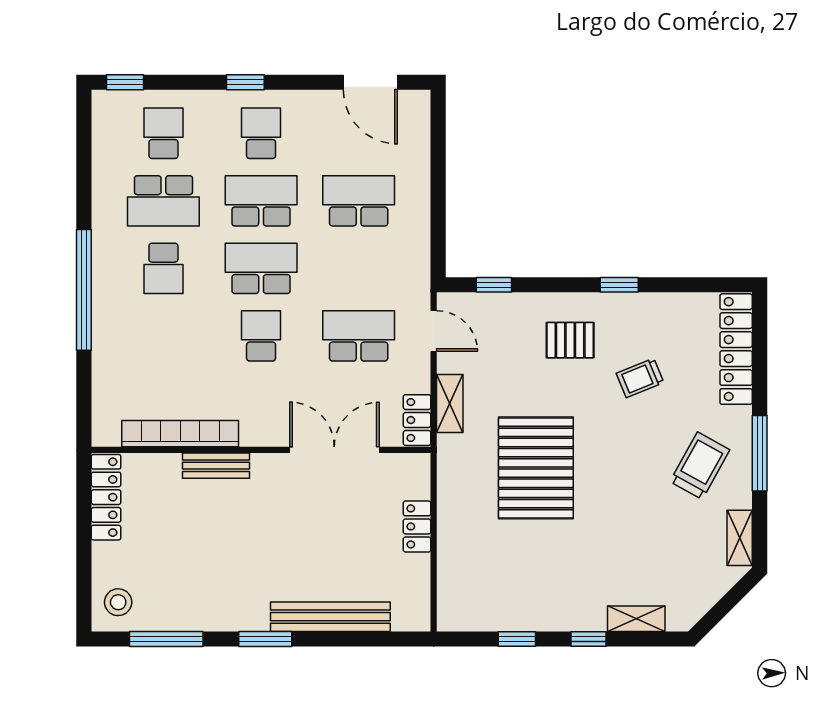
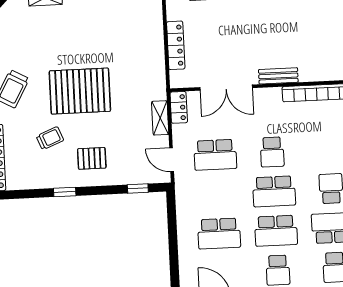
bench: (216, 466) -> (278, 76), moved
pallet: (536, 468) -> (80, 91), moved, turned 90
locker: (417, 526) -> (176, 45), width x1.53

